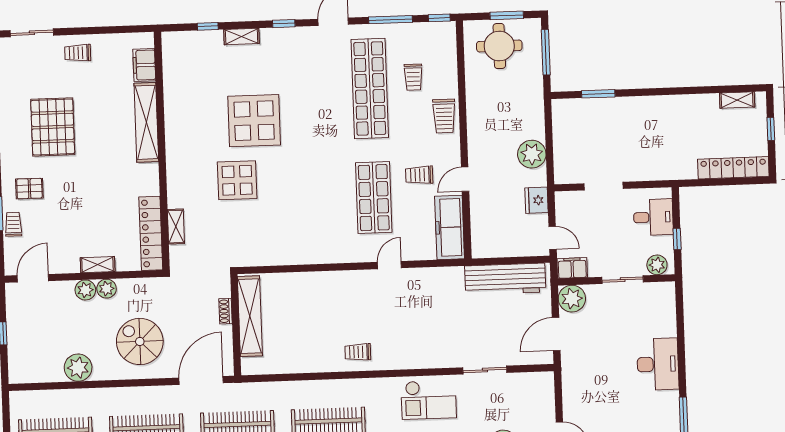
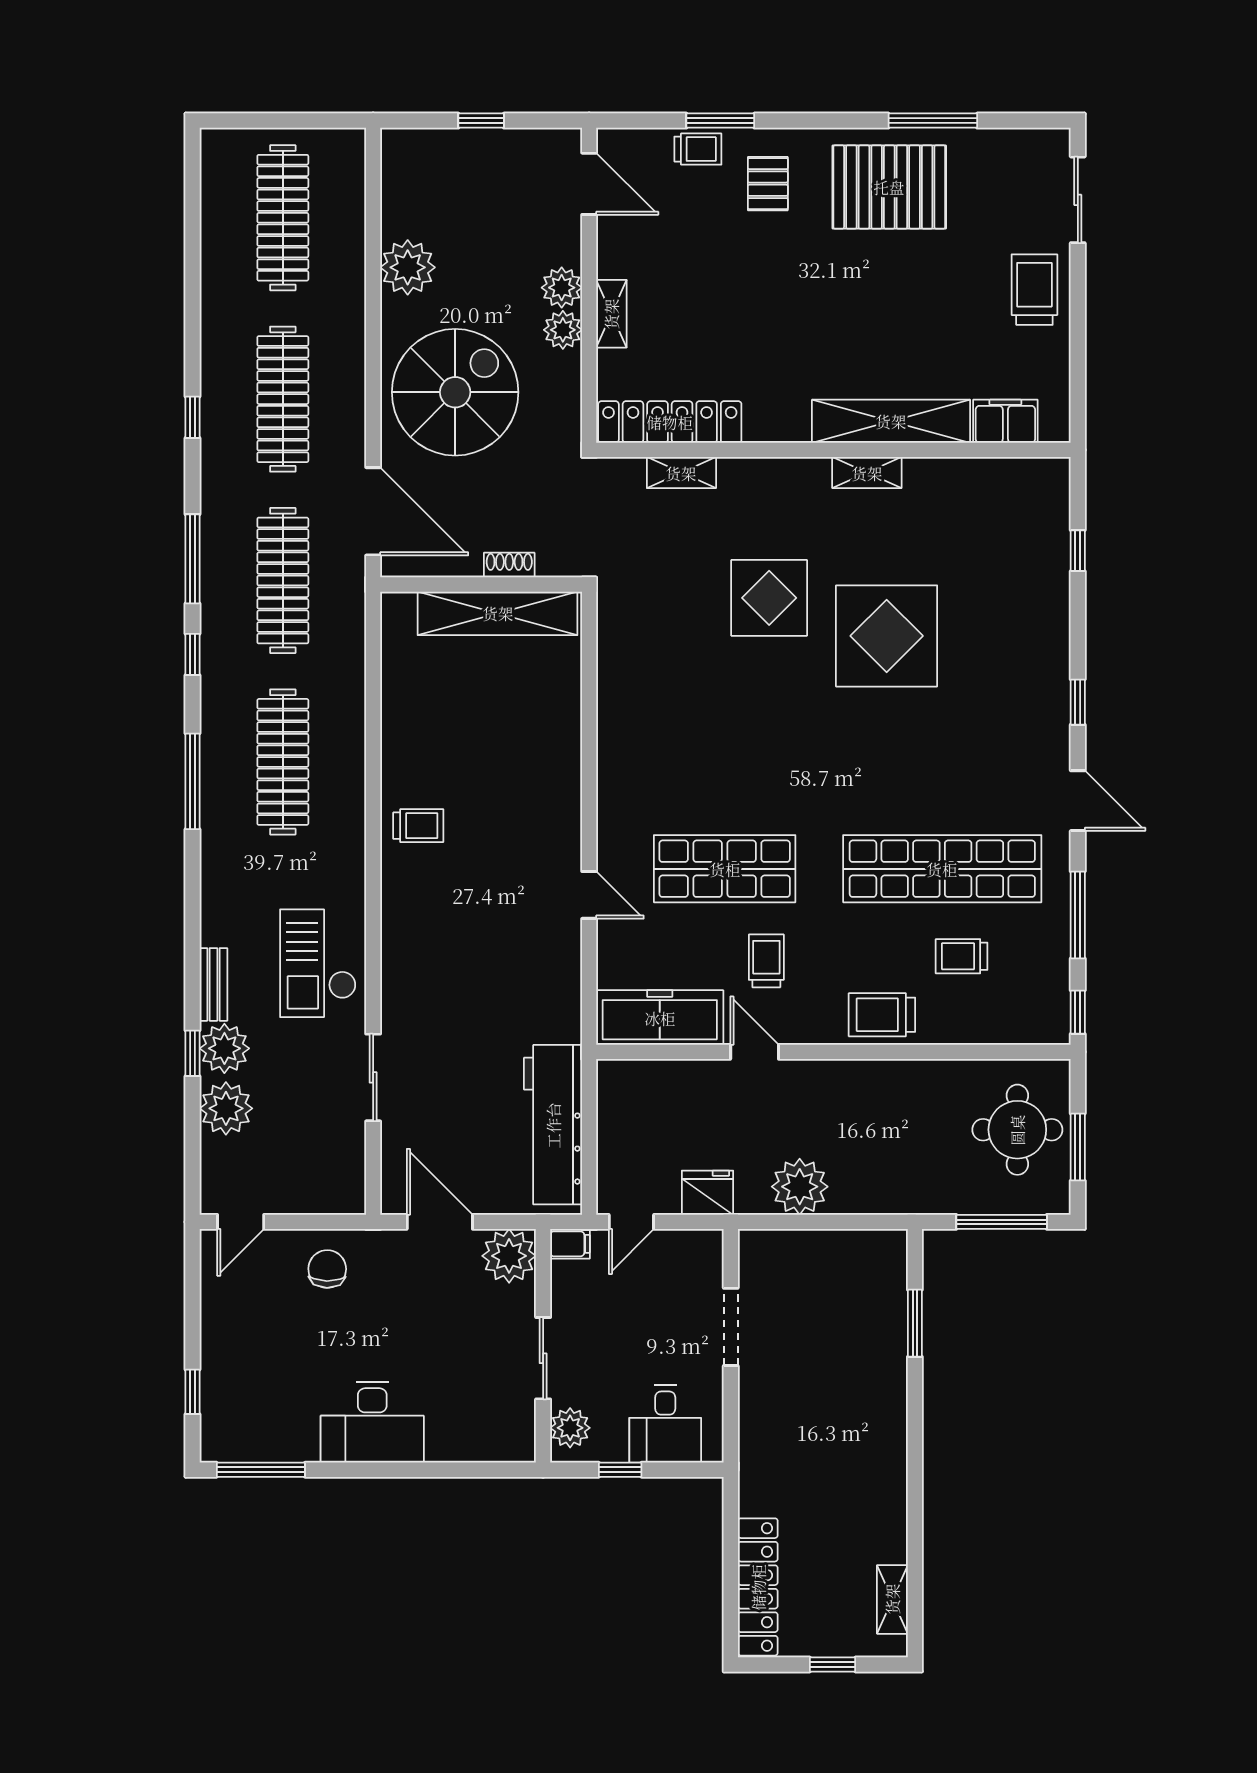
shelving: (242, 37) -> (867, 473), moved, turned 90
trolley: (78, 53) -> (1034, 290), width x1.36, depth x1.39
pallet: (53, 127) -> (889, 187), moved
filing cabinet: (572, 268) -> (570, 1244), width x0.50
spiral stairs: (140, 341) -> (455, 392), width x1.37, depth x1.37
trolley: (358, 352) -> (418, 826), turned 90
chair: (582, 390) -> (327, 1269), added

